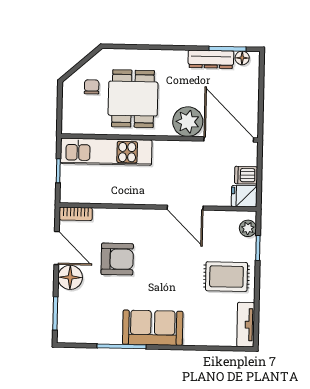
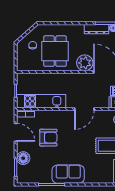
kitchen unit: (106, 152) -> (41, 101), moved, turned 180
door: (185, 208) -> (84, 109), hinge flipped
floor lamp: (70, 277) -> (23, 158), moved

